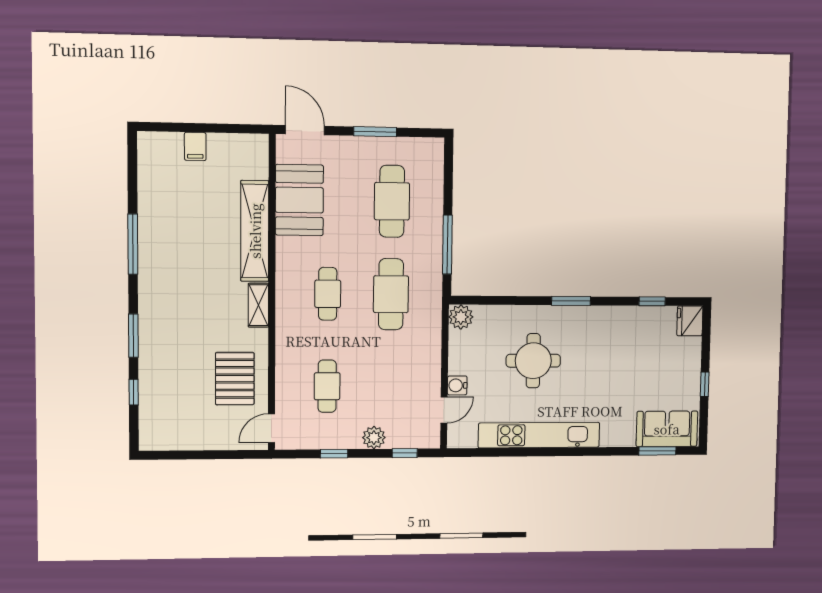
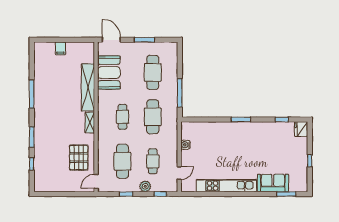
plant: (461, 317) -> (187, 128), removed
round table: (533, 361) -> (223, 149), removed
water cooler: (457, 385) -> (185, 145), moved
cafe table: (327, 386) -> (123, 161), width x1.37, depth x1.35
cafe table: (390, 386) -> (153, 161), added
sofa: (667, 429) -> (273, 183), moved

